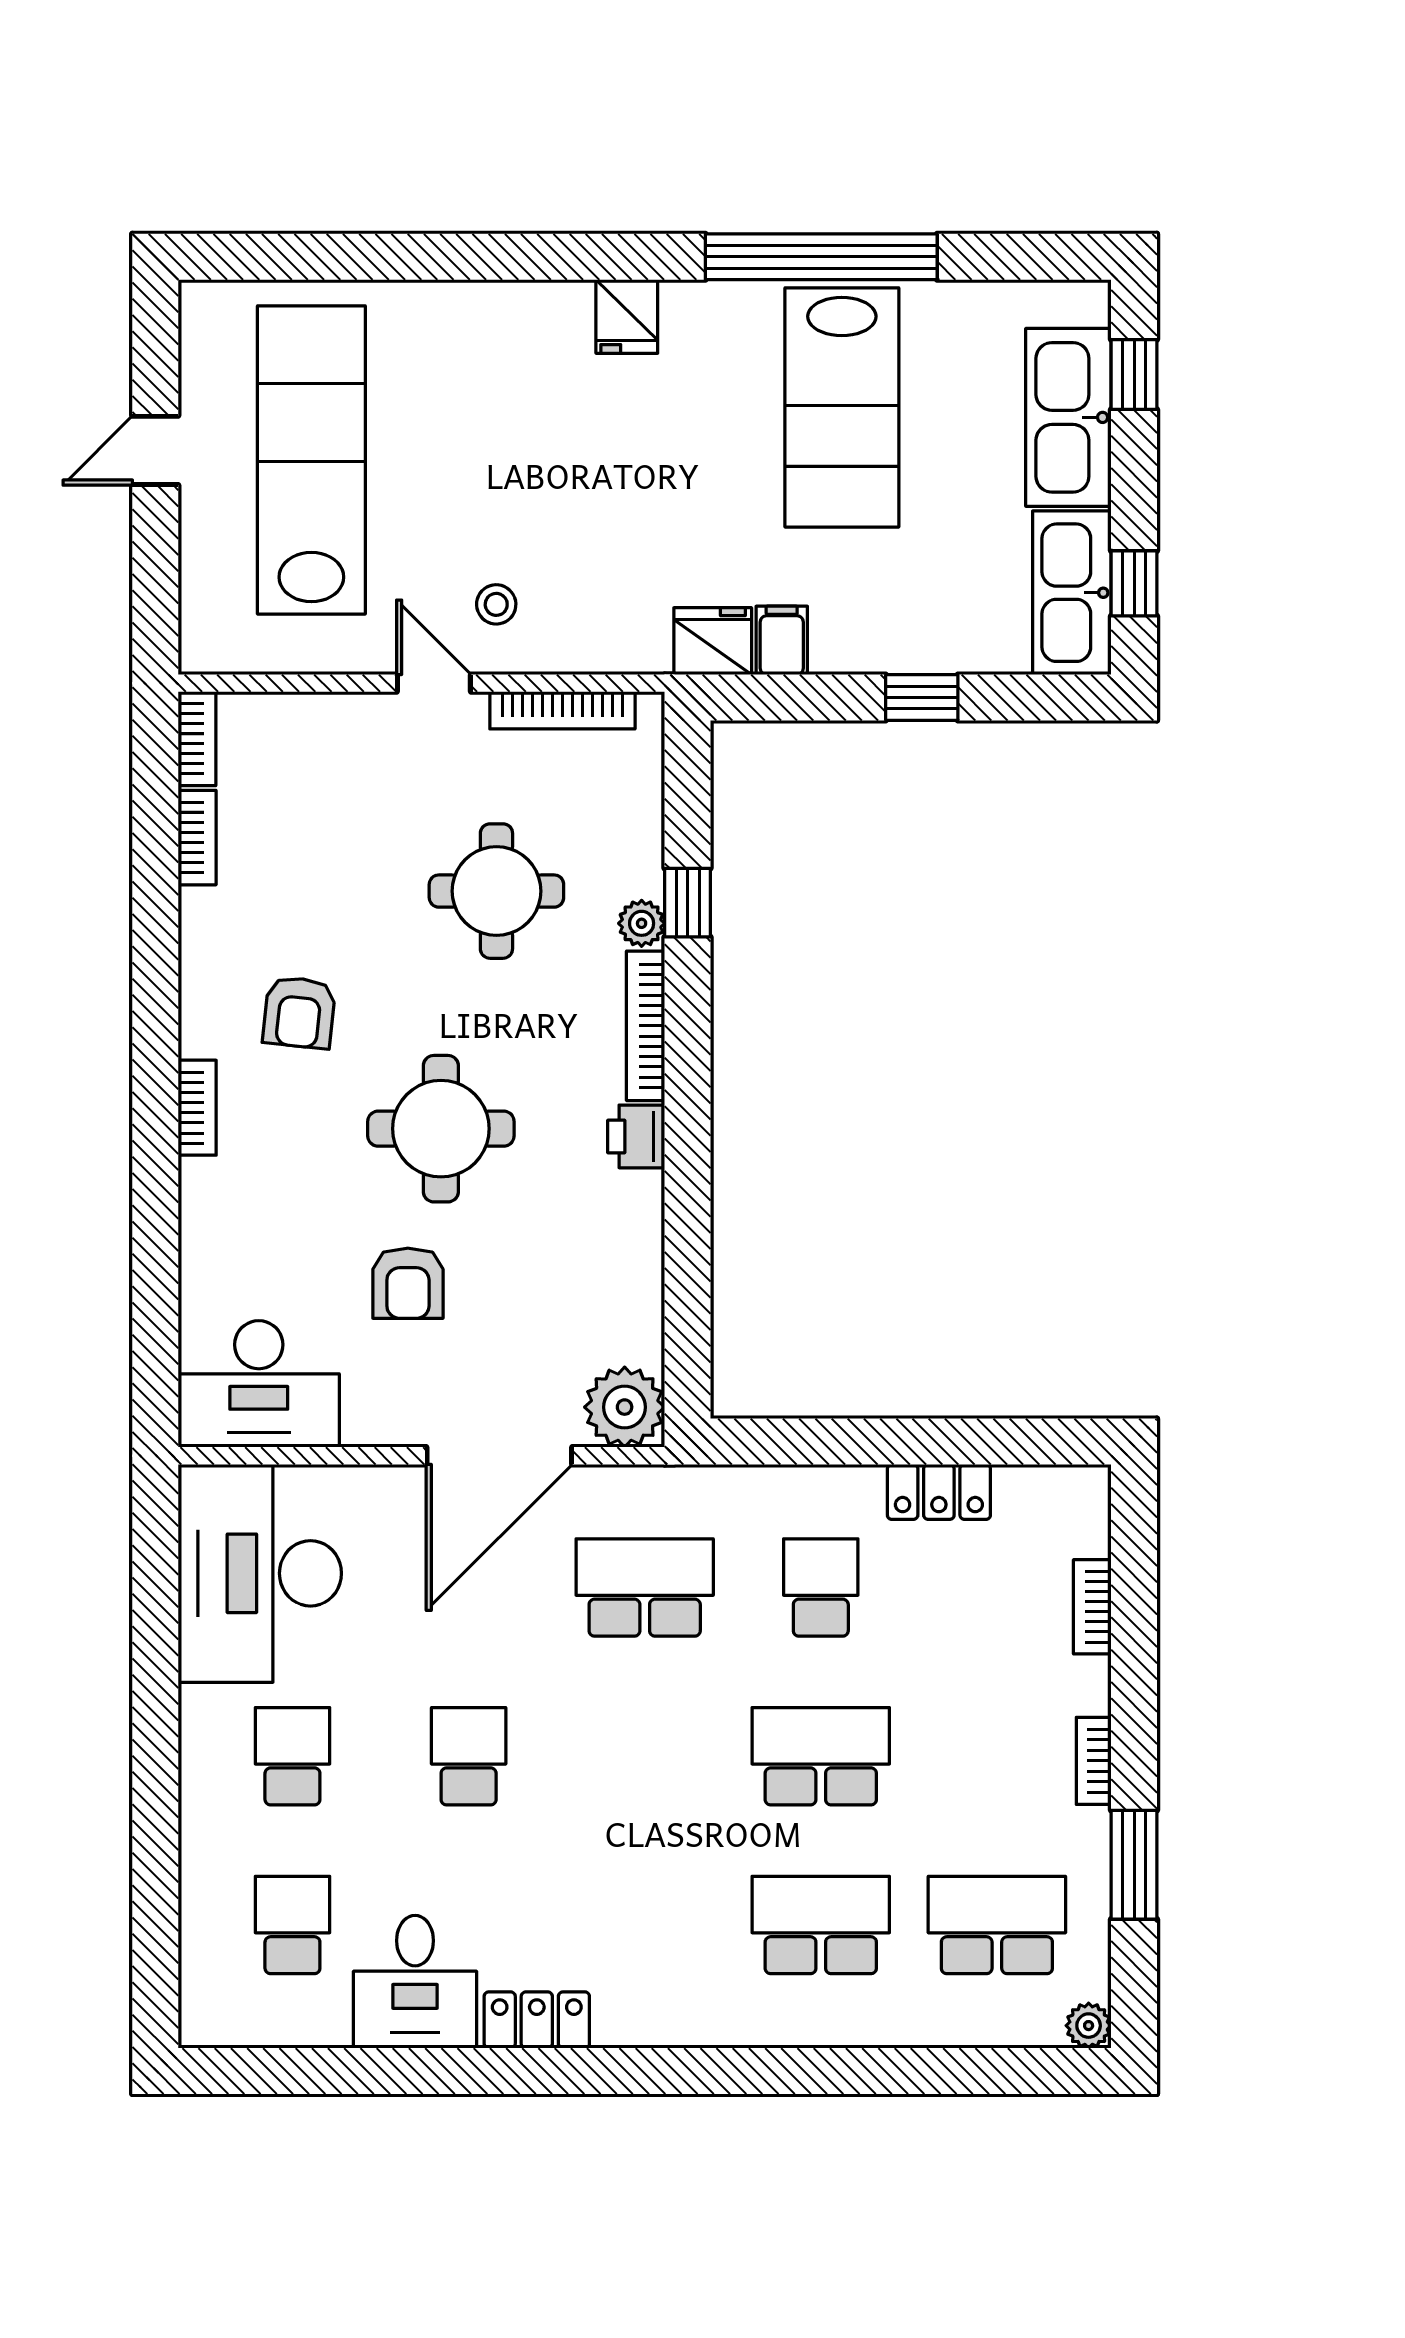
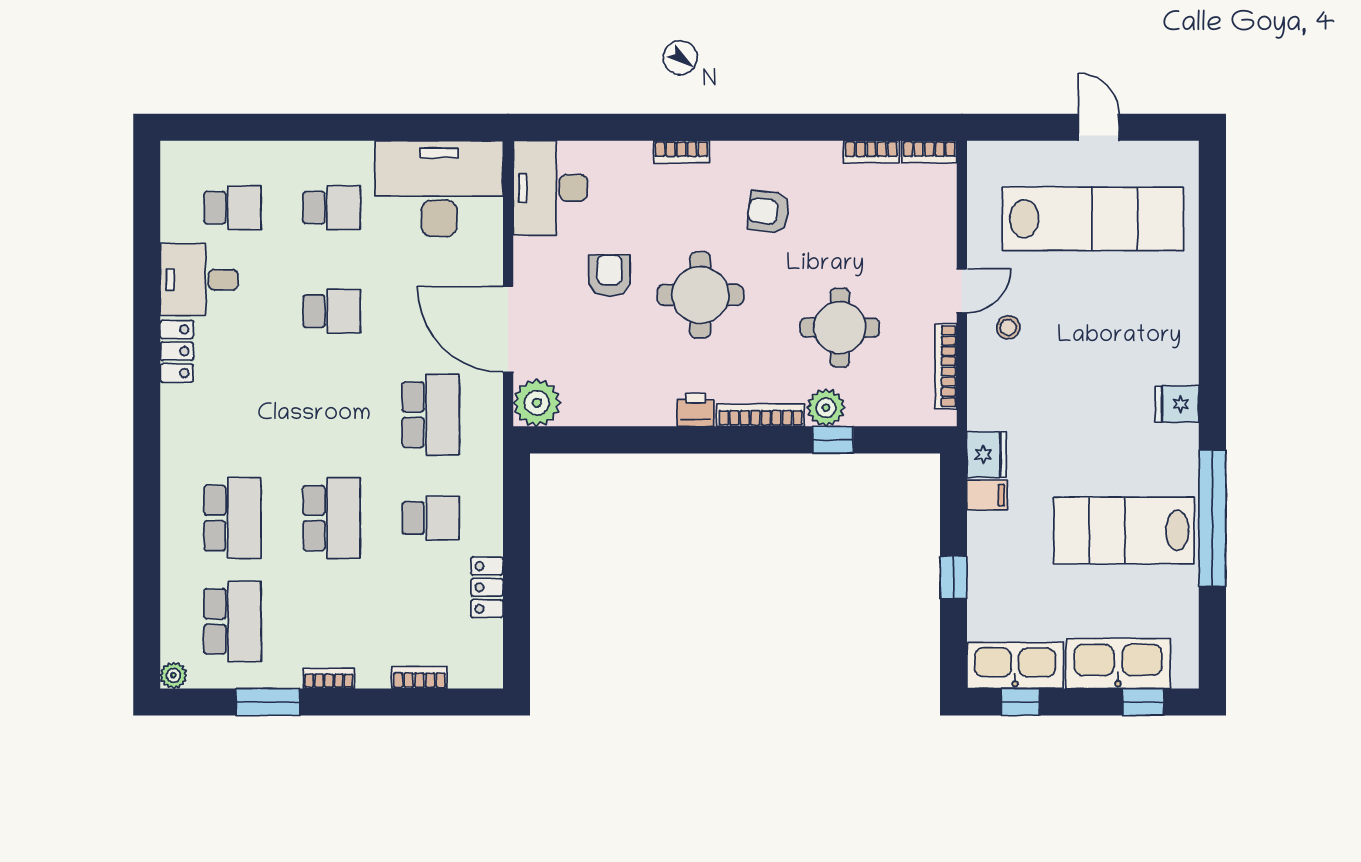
plant: (642, 923) -> (826, 408), width x1.38, depth x1.38
bookcase: (197, 1108) -> (681, 152), moved
armchair: (408, 1283) -> (610, 276), turned 90

